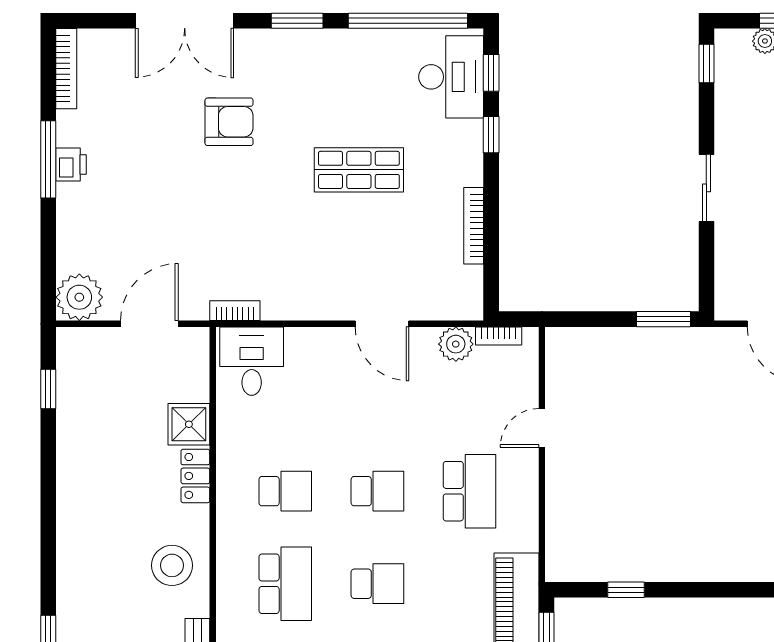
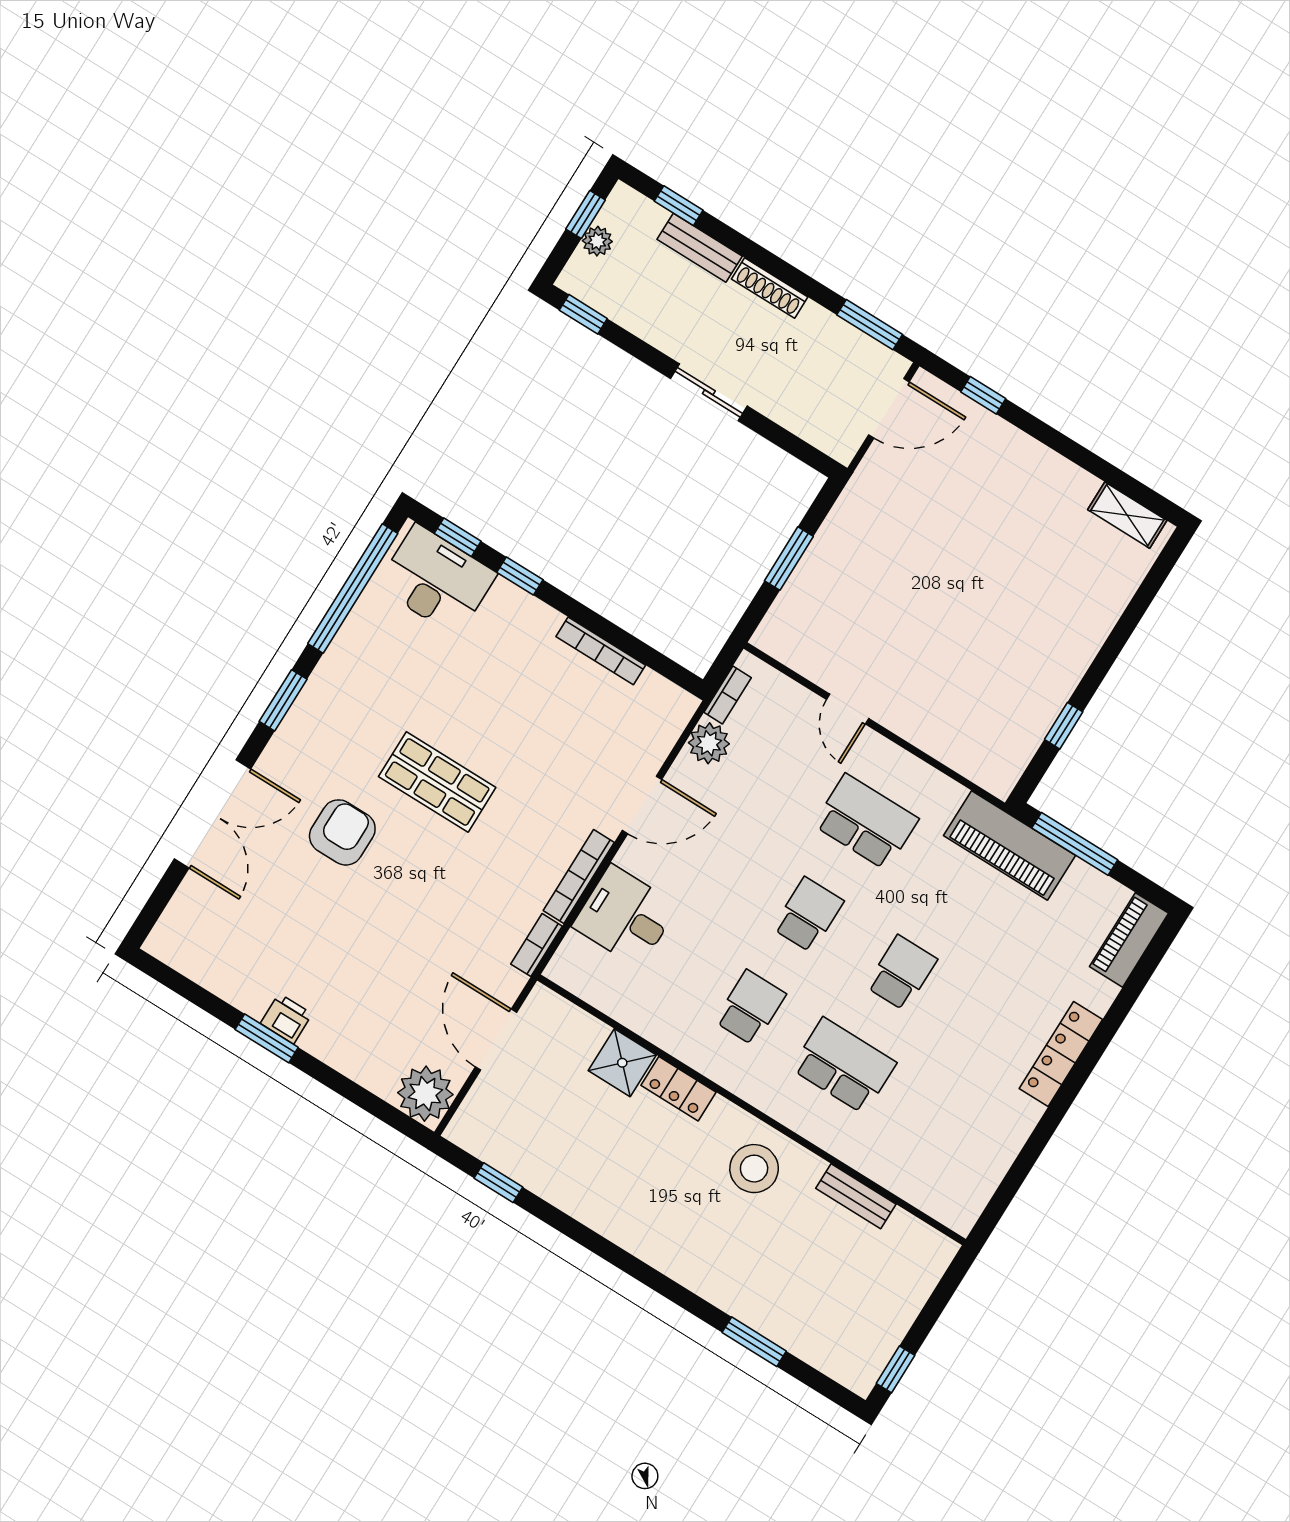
bookcase: (66, 69) -> (579, 877), moved, turned -90
window: (48, 159) -> (267, 1038), width x0.69
shop shelf: (359, 170) -> (437, 782), moved, turned 90
window: (663, 319) -> (789, 559), moved
desk: (252, 361) -> (625, 916), moved

